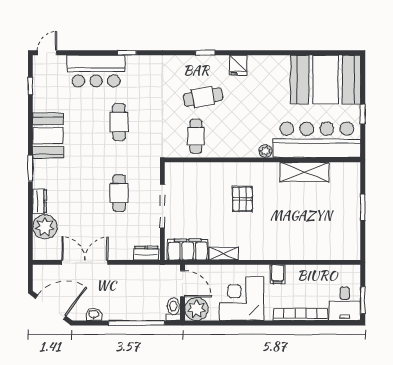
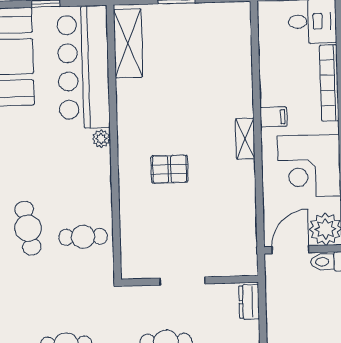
shelving: (304, 172) -> (128, 43), moved
doorway: (162, 206) -> (182, 281), width x0.73
filing cabinet: (188, 250) -> (243, 244), removed
shelving: (224, 254) -> (245, 139), moved

